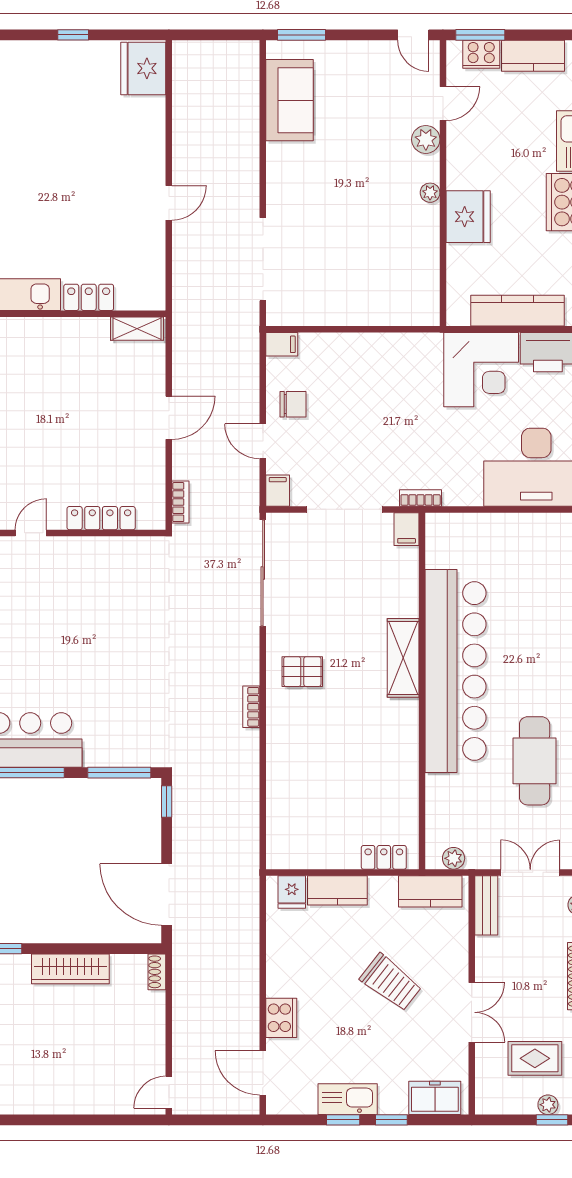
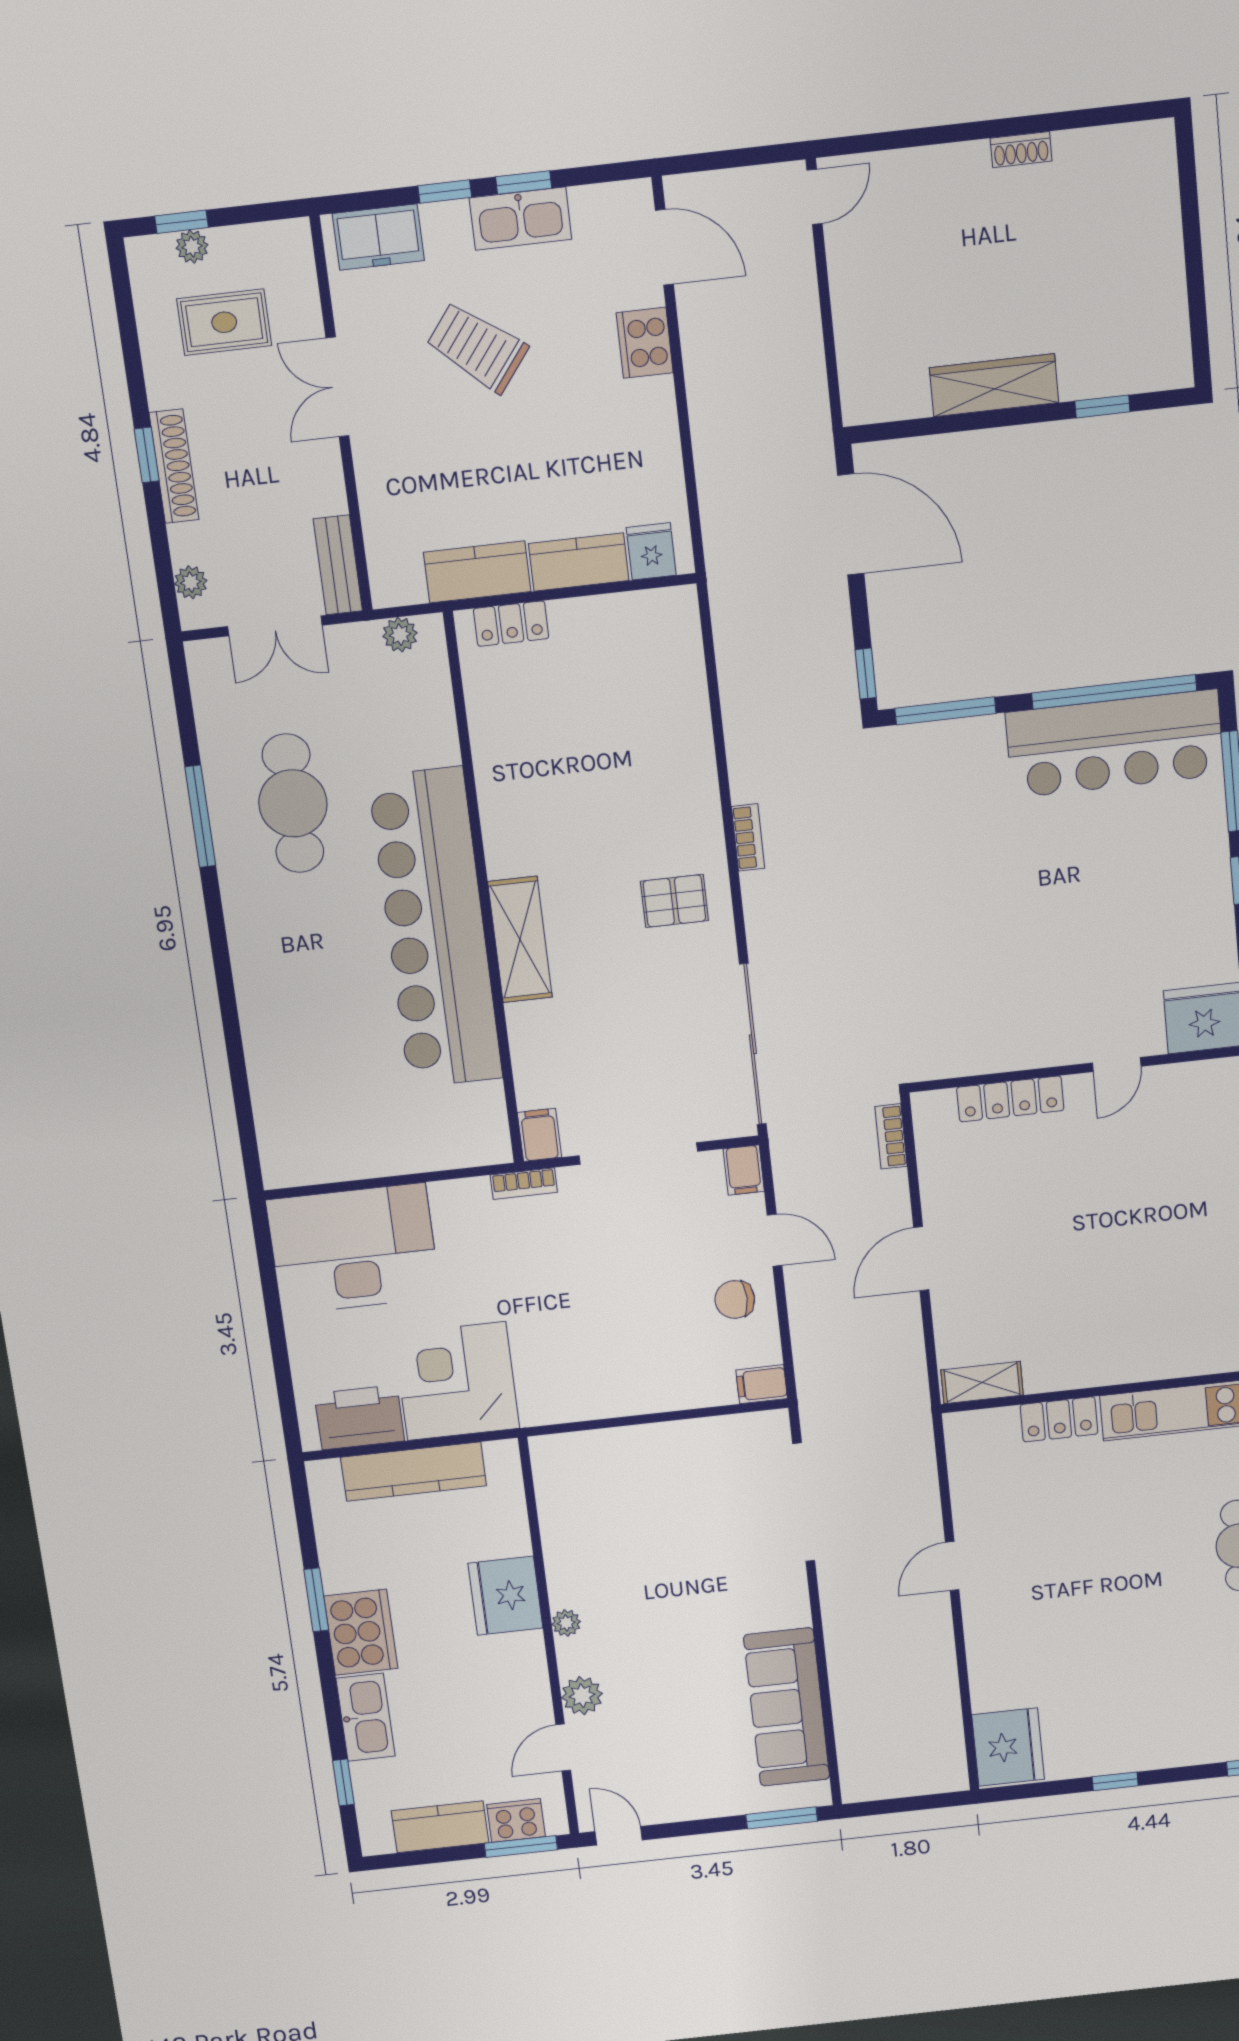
sofa: (289, 100) -> (787, 1707), width x1.36
kitchen counter: (430, 891) -> (477, 572), moved
shoe rack: (157, 972) -> (1021, 150), moved, turned 90
trolley: (391, 982) -> (477, 347), moved

